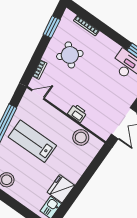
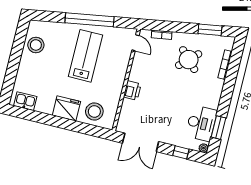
stool: (81, 137) -> (94, 111), moved
fridge: (61, 189) -> (66, 108), moved

